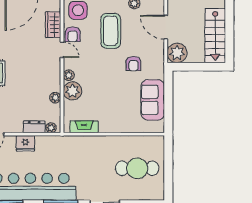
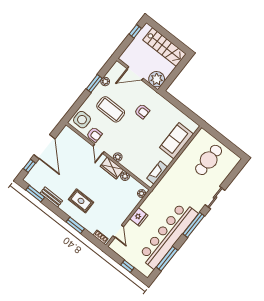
wardrobe: (53, 25) -> (112, 168), moved
door: (62, 50) -> (99, 149), swing flipped
plant: (72, 91) -> (129, 162), removed
sofa: (153, 100) -> (176, 141), moved, turned 90
dresser: (34, 127) -> (133, 203), removed

